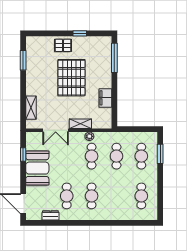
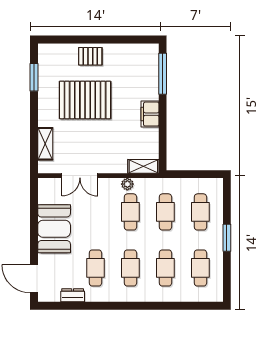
window: (80, 33) -> (114, 39), removed
pallet: (71, 78) -> (85, 100), moved, turned 90
filing cabinet: (105, 98) -> (150, 114), moved
shelving: (80, 124) -> (143, 166), moved
window: (23, 154) -> (34, 210), removed
window: (160, 154) -> (227, 238), moved
cafe table: (116, 196) -> (165, 268), added

